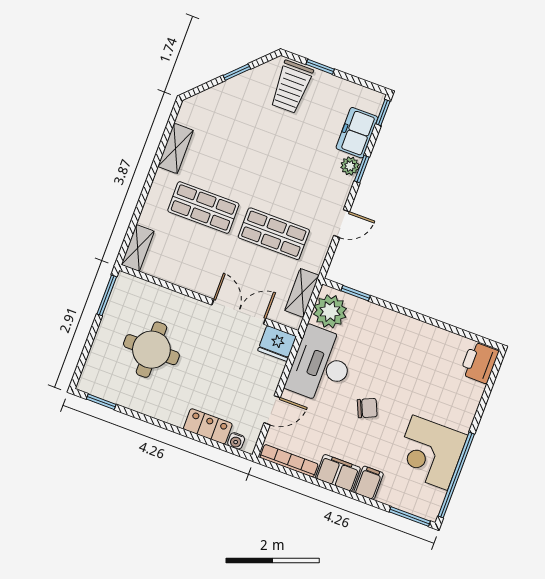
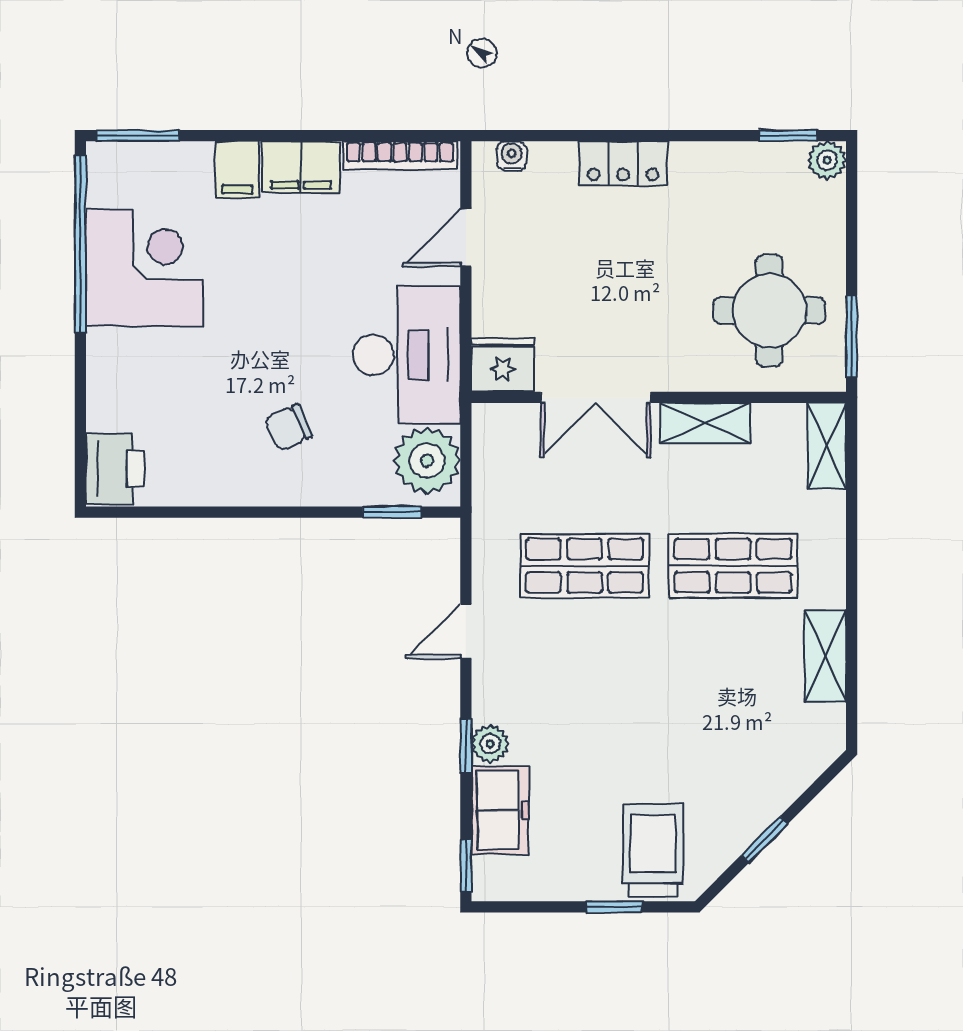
shelving: (302, 293) -> (705, 423), moved, turned 90
round table: (151, 350) -> (769, 310), moved
plant: (87, 383) -> (827, 160), added
chair: (367, 408) -> (289, 427), moved
locker: (208, 426) -> (623, 163), moved

